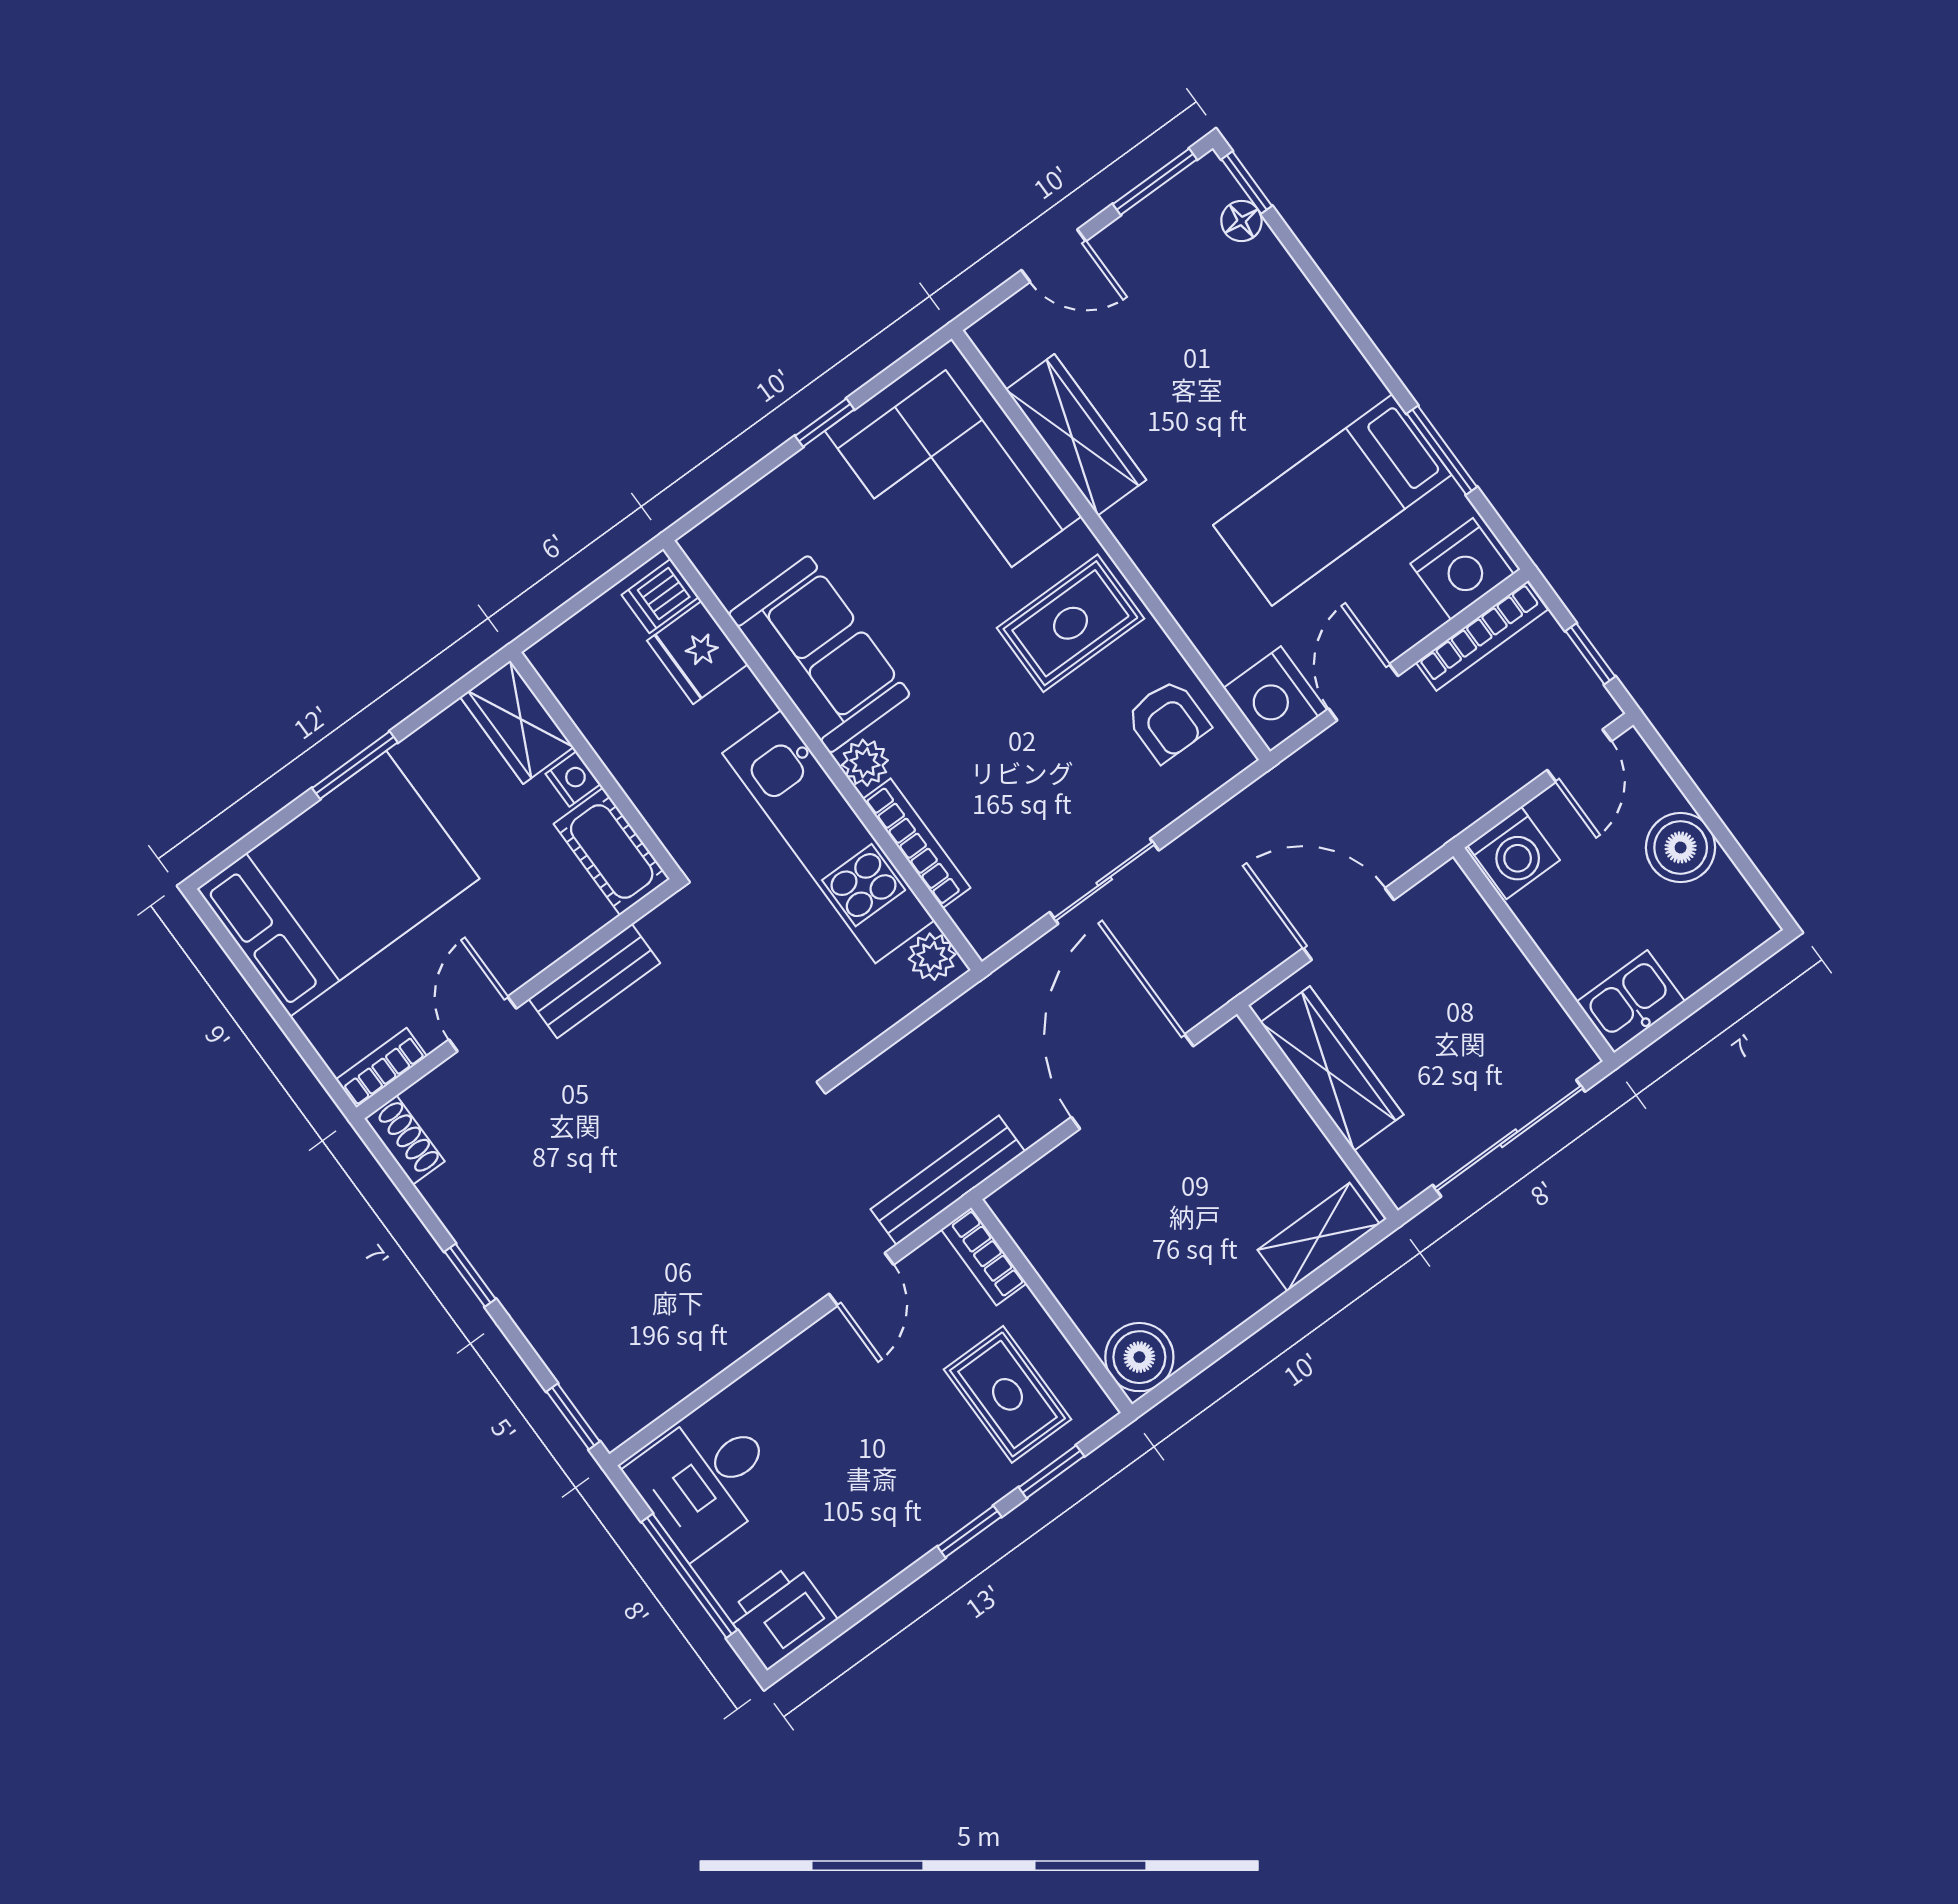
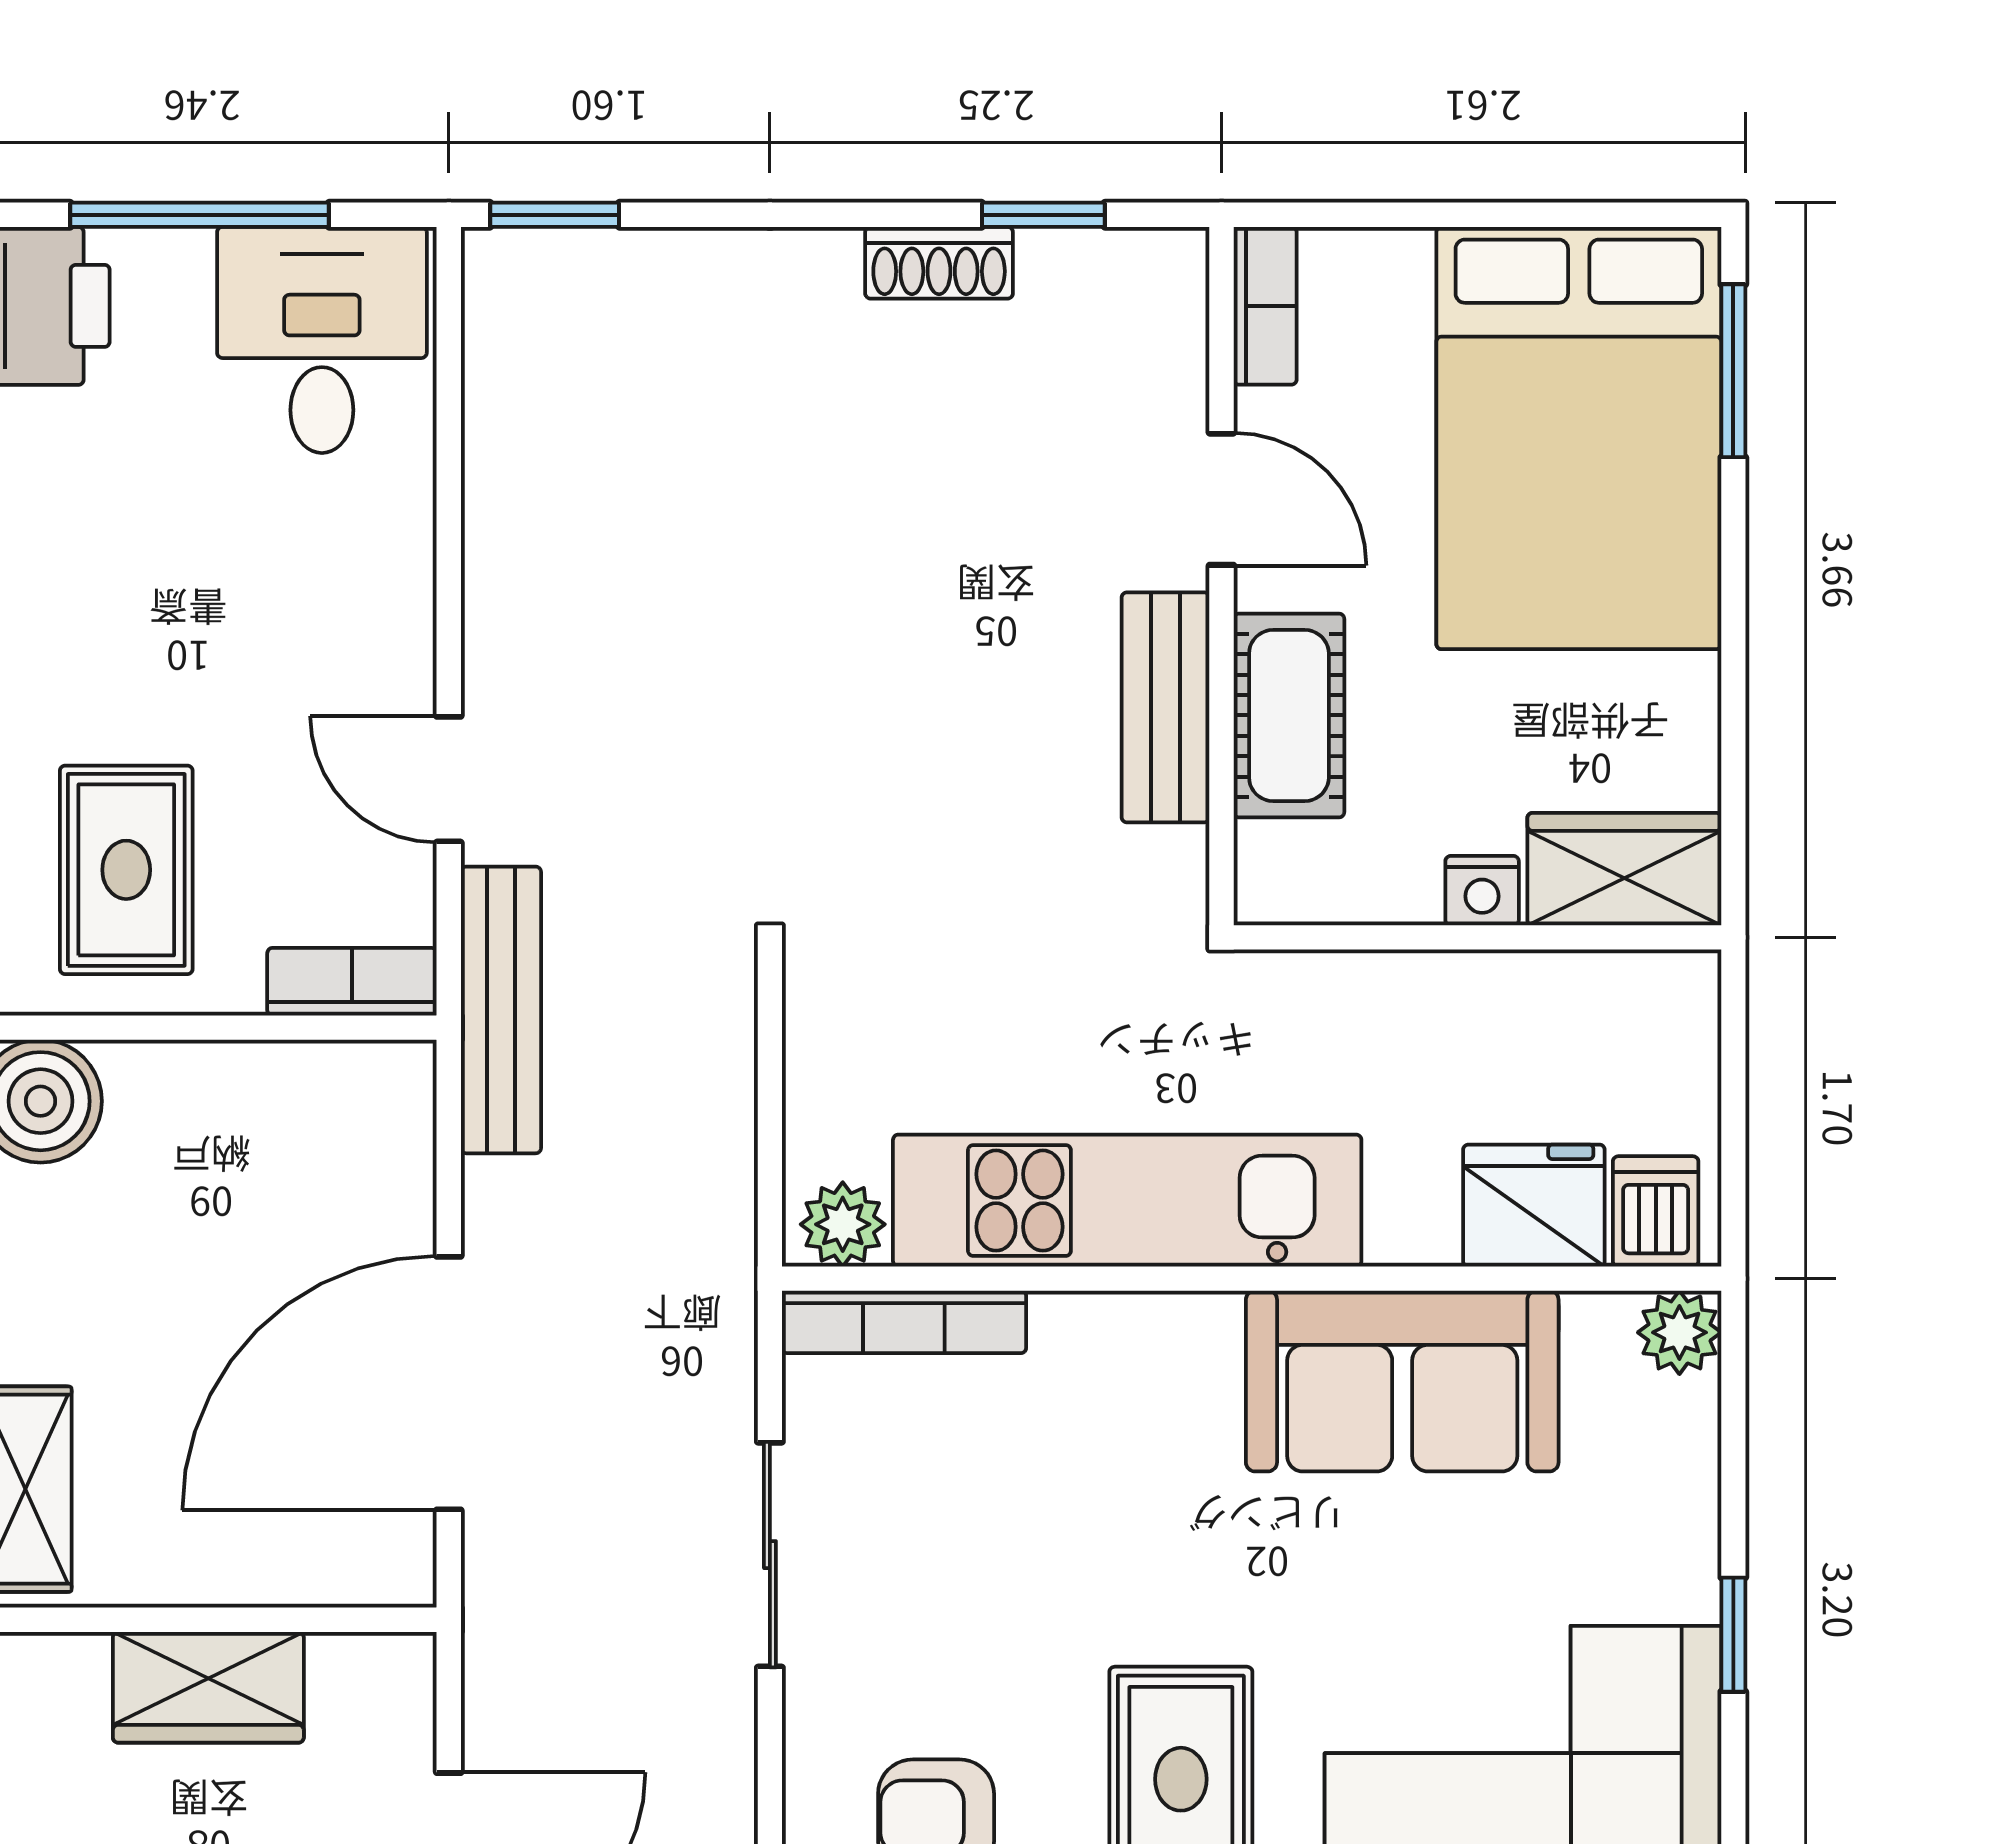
plant: (865, 763) -> (1679, 1332), moved
window: (355, 765) -> (1733, 371), moved
bookcase: (917, 843) -> (904, 1322), moved
cot: (612, 852) -> (1289, 715), moved, turned 90
wardrobe: (1332, 1069) -> (208, 1687), width x0.67
door: (1132, 1082) -> (449, 1383), swing flipped
shoe rack: (405, 1140) -> (939, 263), moved
window: (470, 1275) -> (1043, 215), moved
rug: (1007, 1394) -> (126, 870), turned 90

